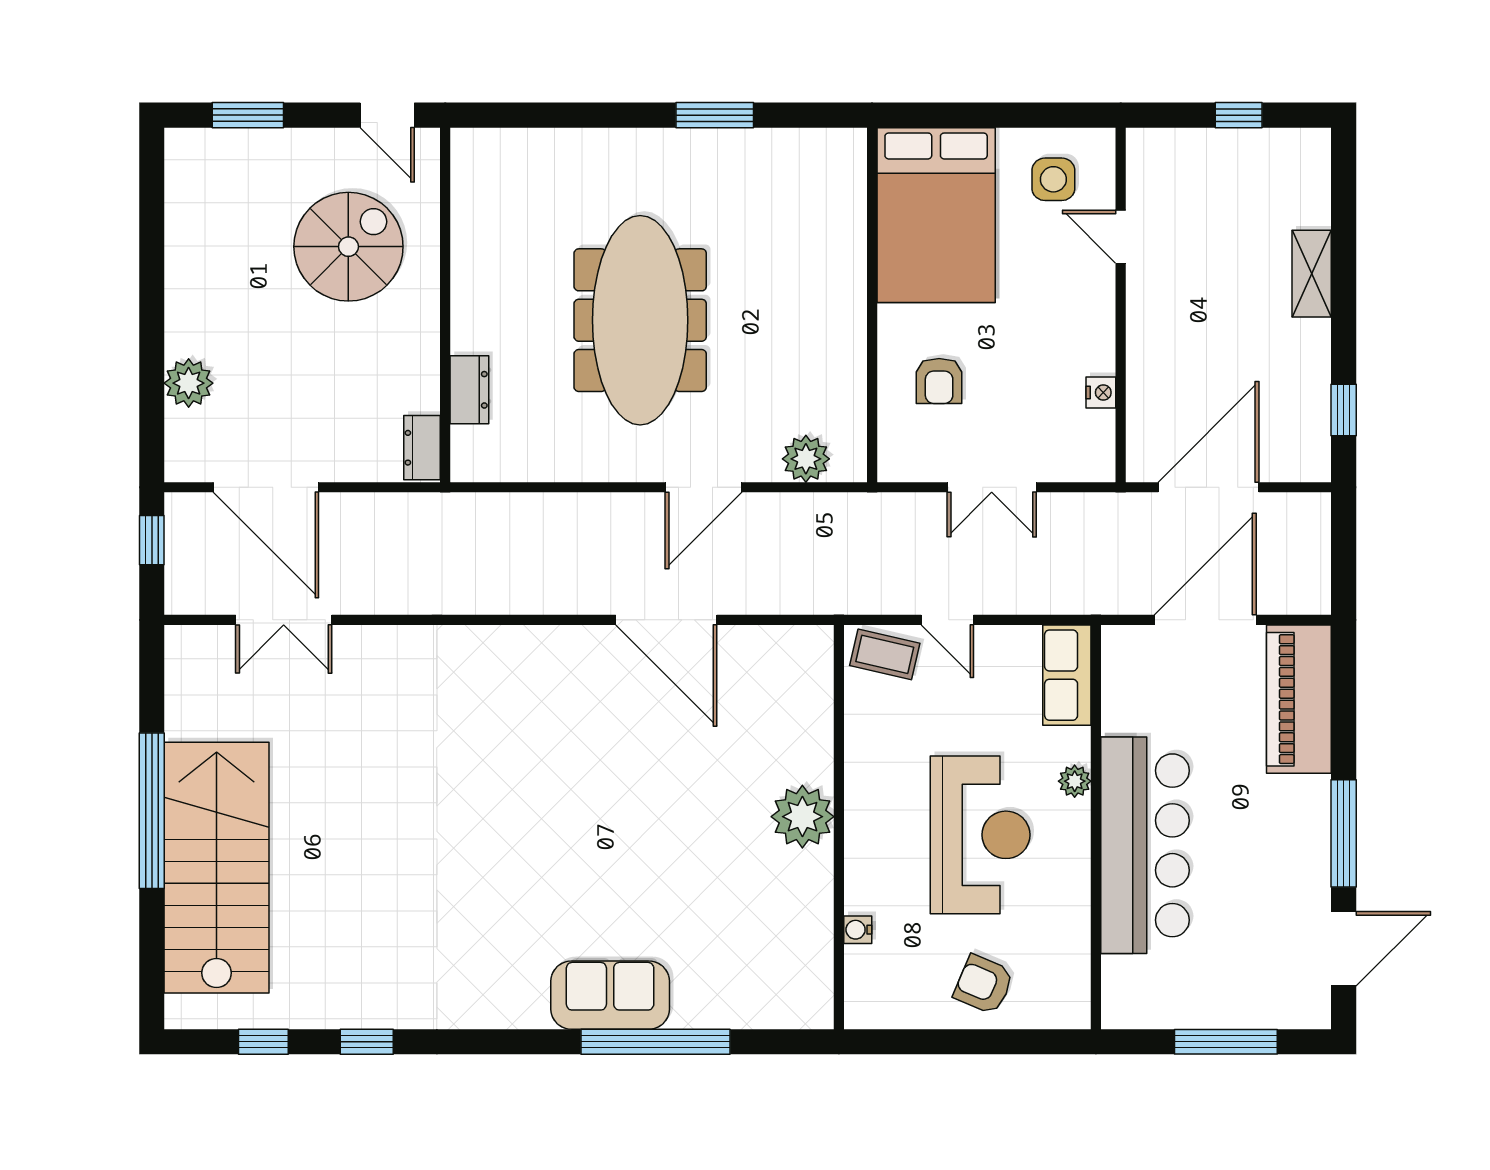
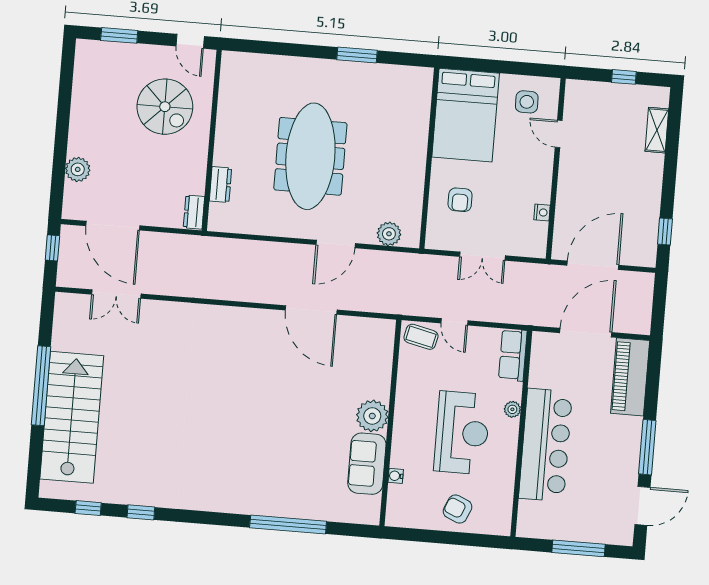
spiral stairs: (348, 247) -> (165, 107), turned 90
shelving: (1312, 274) -> (657, 130), moved
sofa: (610, 995) -> (367, 464), moved, turned -90

